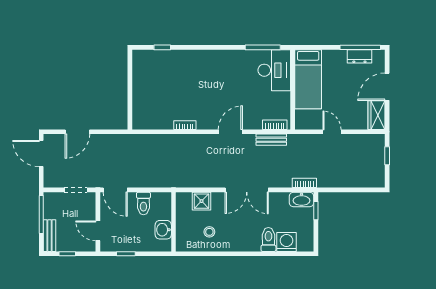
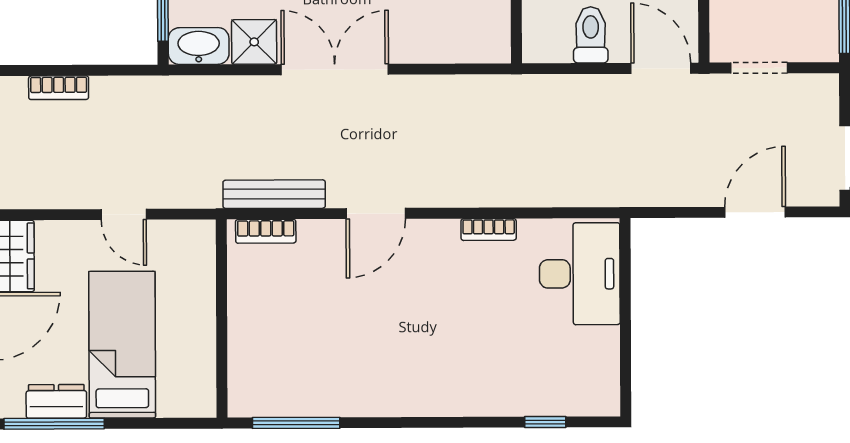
desk: (274, 70) -> (580, 274), moved, turned 180
bed: (308, 79) -> (122, 345), moved
bench: (271, 140) -> (274, 194), width x1.36
bookcase: (304, 183) -> (59, 88), moved
shower: (201, 201) -> (254, 42), moved

